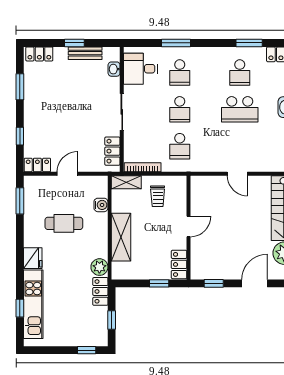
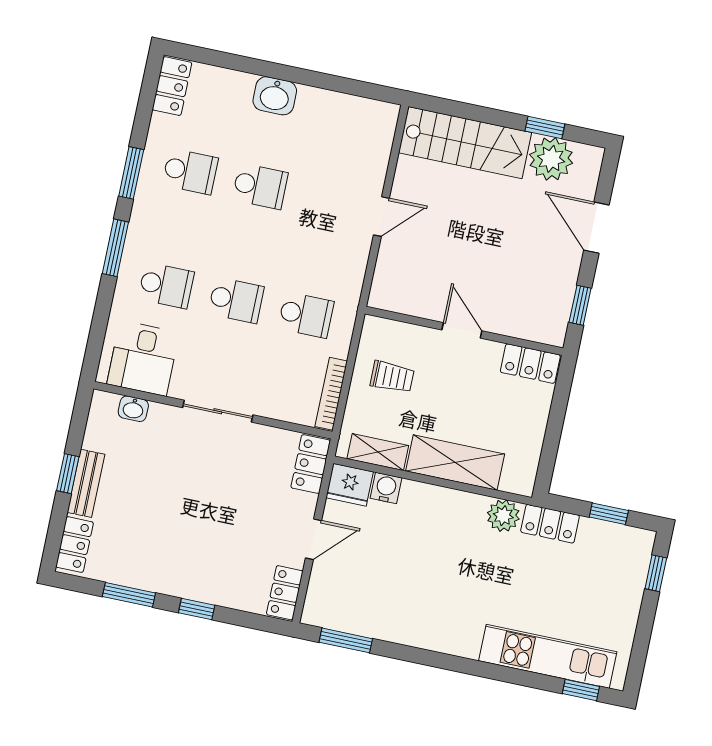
window: (176, 43) -> (115, 248), moved
window: (249, 43) -> (131, 173), moved
bench: (85, 53) -> (86, 483), moved
school desk: (240, 109) -> (260, 186), width x0.54
window: (20, 136) -> (197, 609), moved
locker: (112, 151) -> (311, 464), moved, turned 90
door: (67, 174) -> (313, 539), swing flipped
shelving: (126, 182) -> (378, 452), moved, turned 90
cafe table: (64, 223) -> (406, 566), removed
fridge: (33, 258) -> (350, 485), moved, turned 180
window: (159, 283) -> (558, 409), removed
window: (20, 308) -> (581, 690), moved

